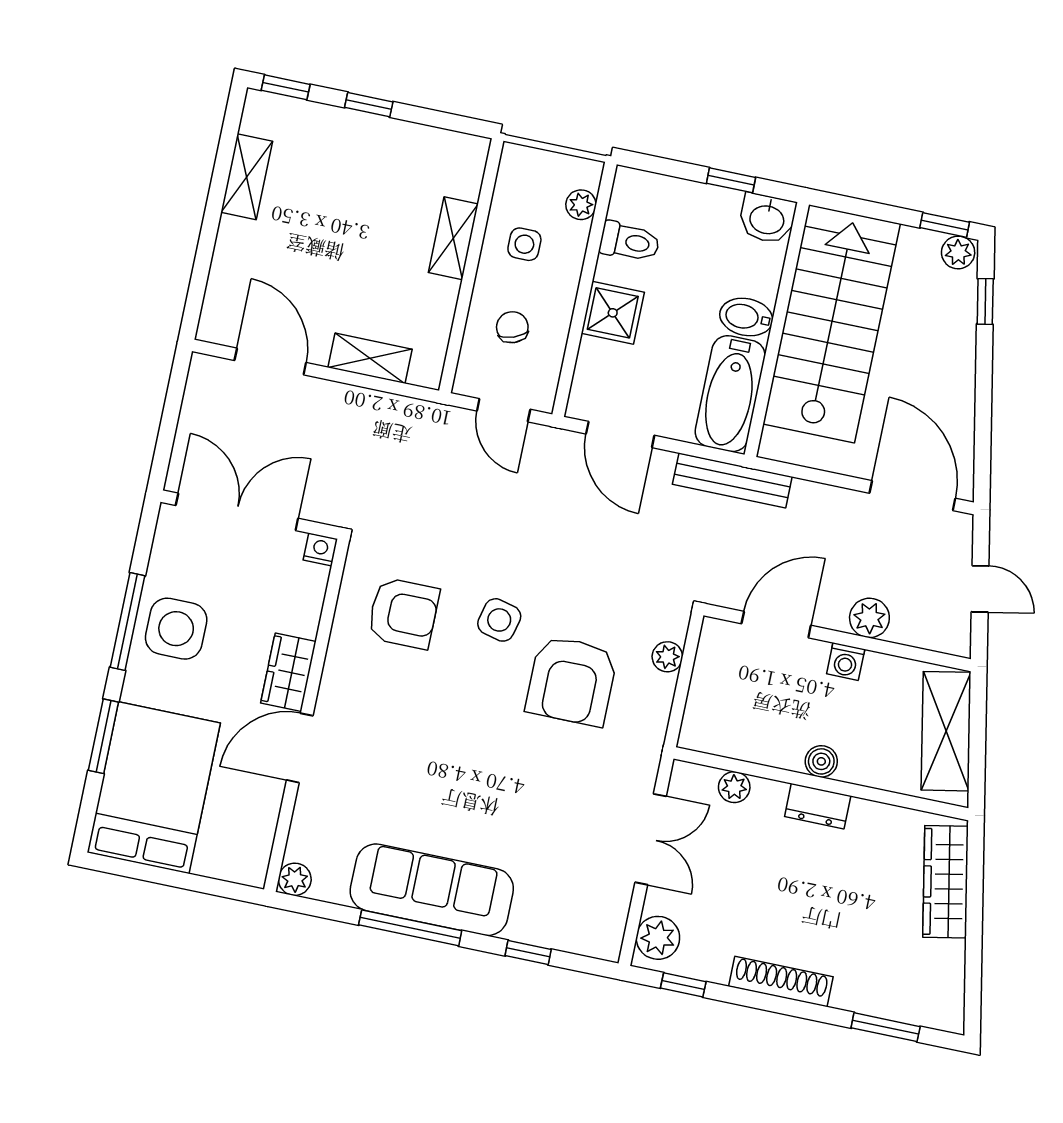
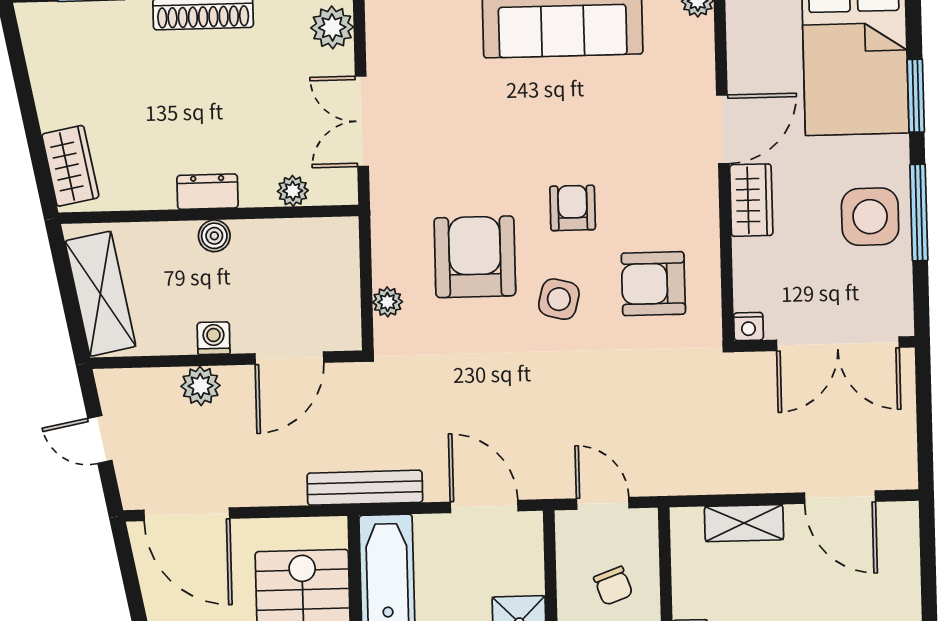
armchair: (465, 706) -> (573, 208), added
wardrobe: (946, 882) -> (70, 166), width x0.67

